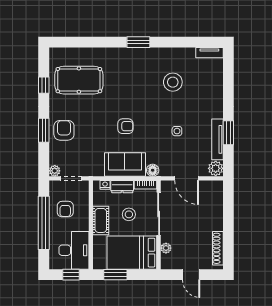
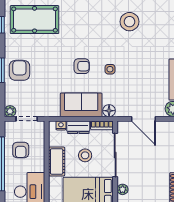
side table: (177, 131) -> (110, 69), moved

